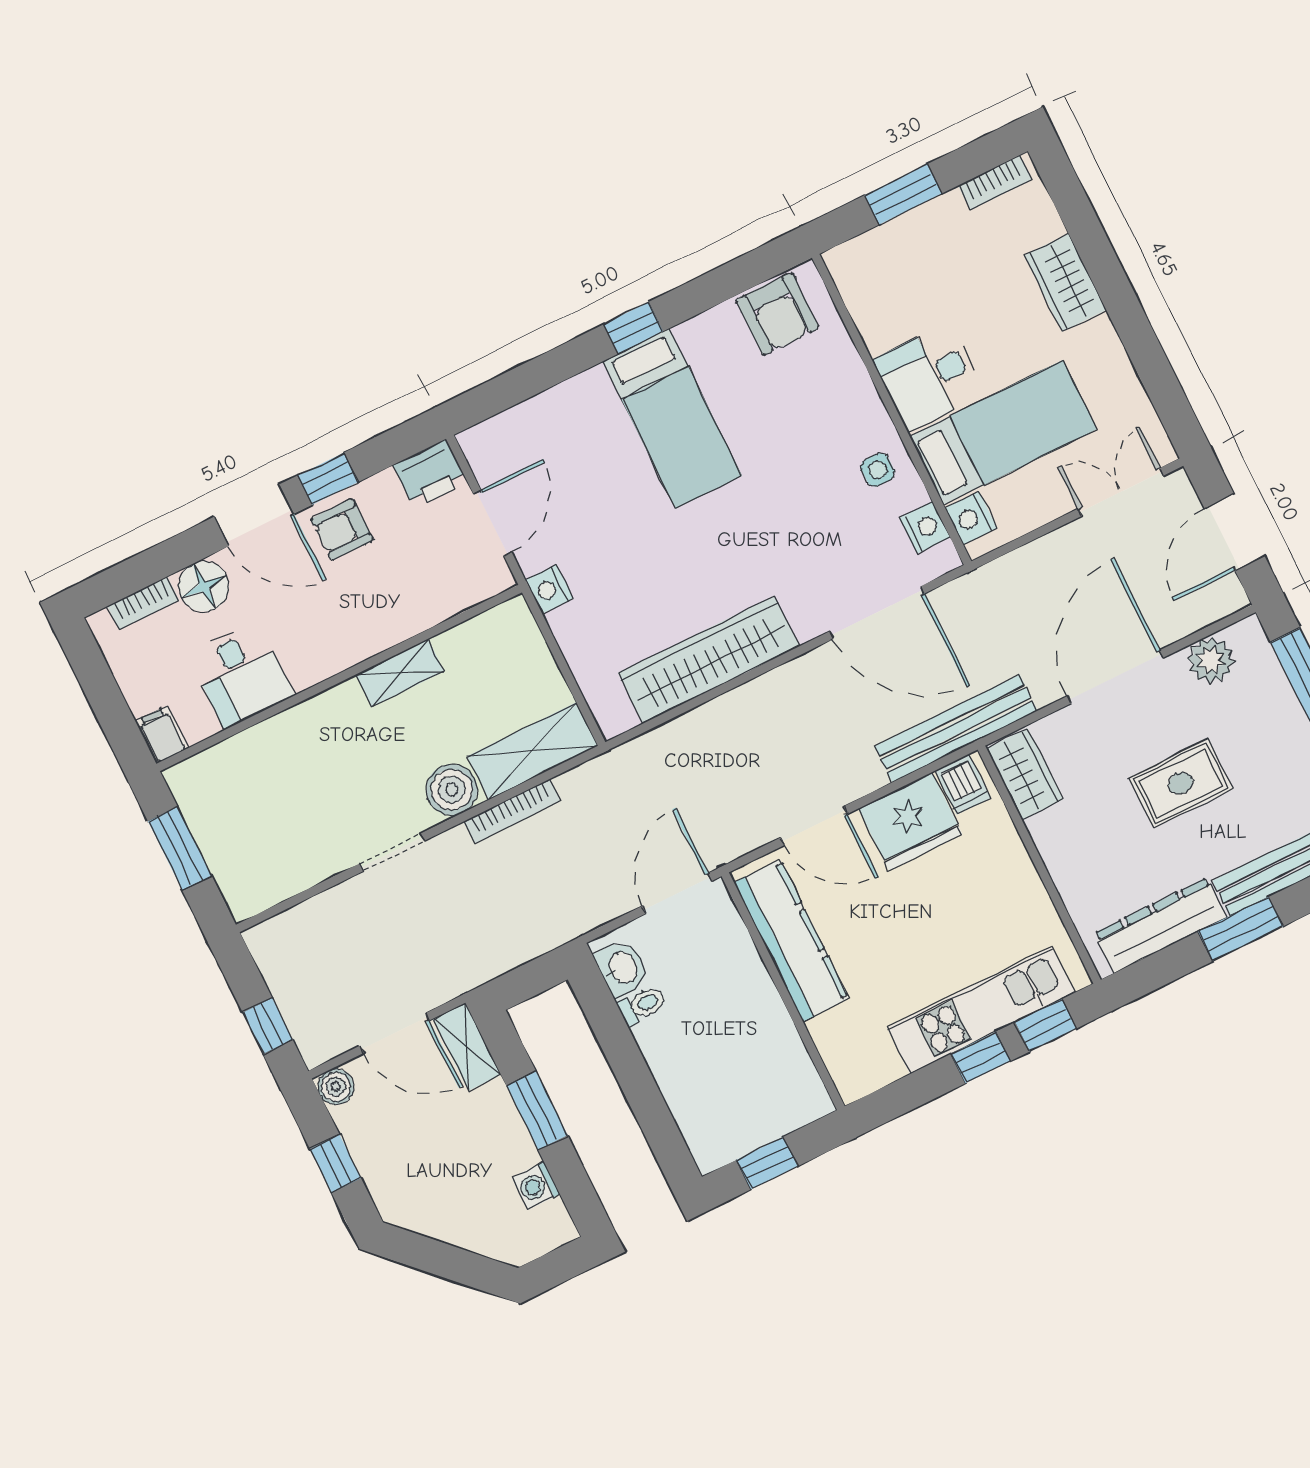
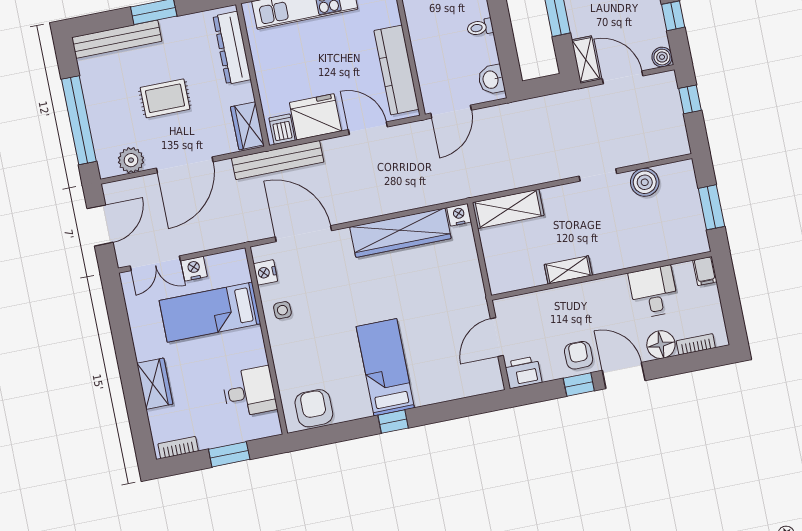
desk: (929, 377) -> (249, 392), moved
nightstand: (971, 518) -> (194, 269), moved, turned -90
armchair: (342, 529) -> (579, 355), turned -90
nightstand: (549, 589) -> (459, 215), moved, turned -90
boiler: (452, 790) -> (645, 182), moved
bookcase: (512, 811) -> (528, 180), removed
dresser: (1160, 925) -> (232, 48), moved, turned 90
toilet: (642, 1005) -> (480, 27), moved

